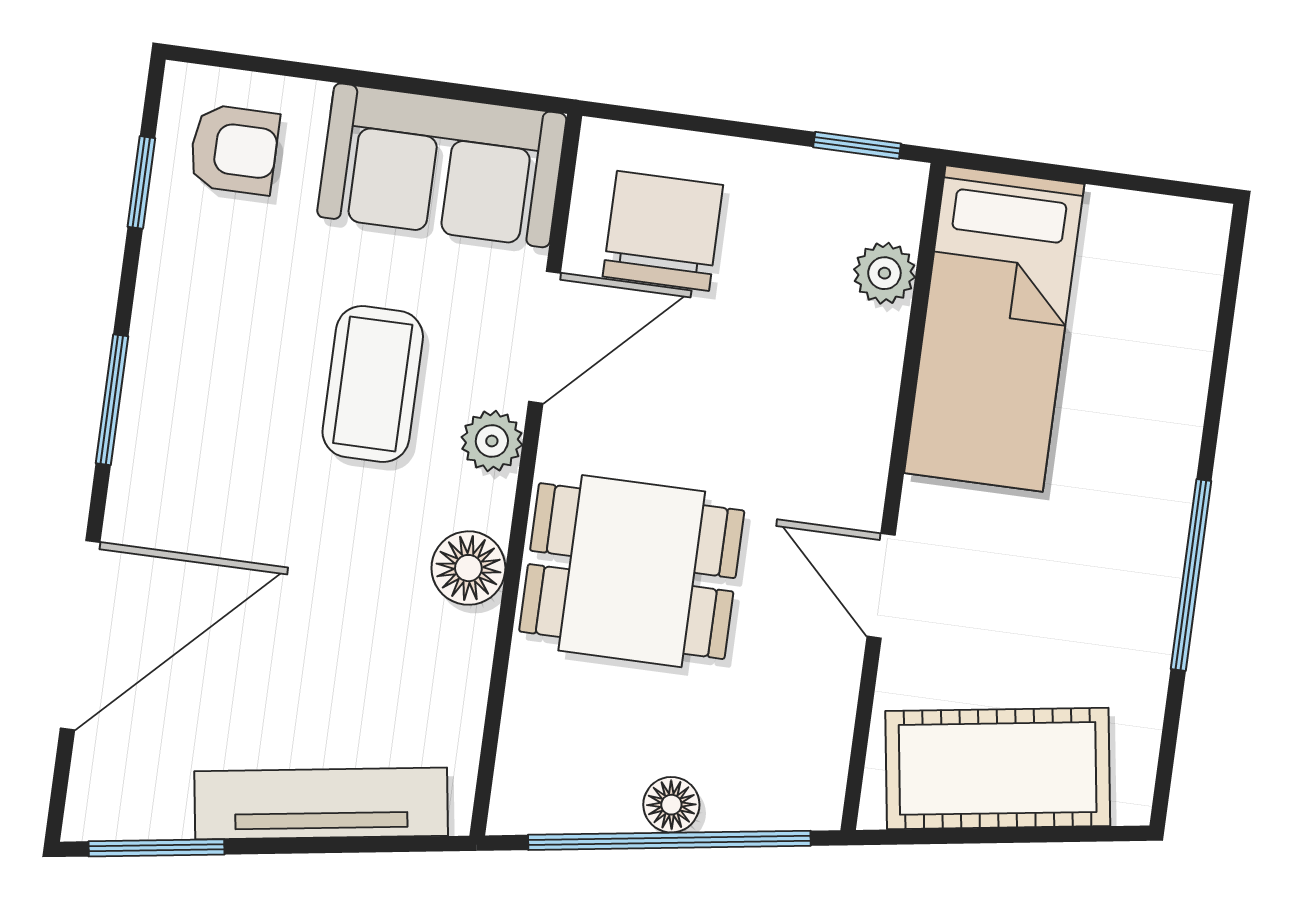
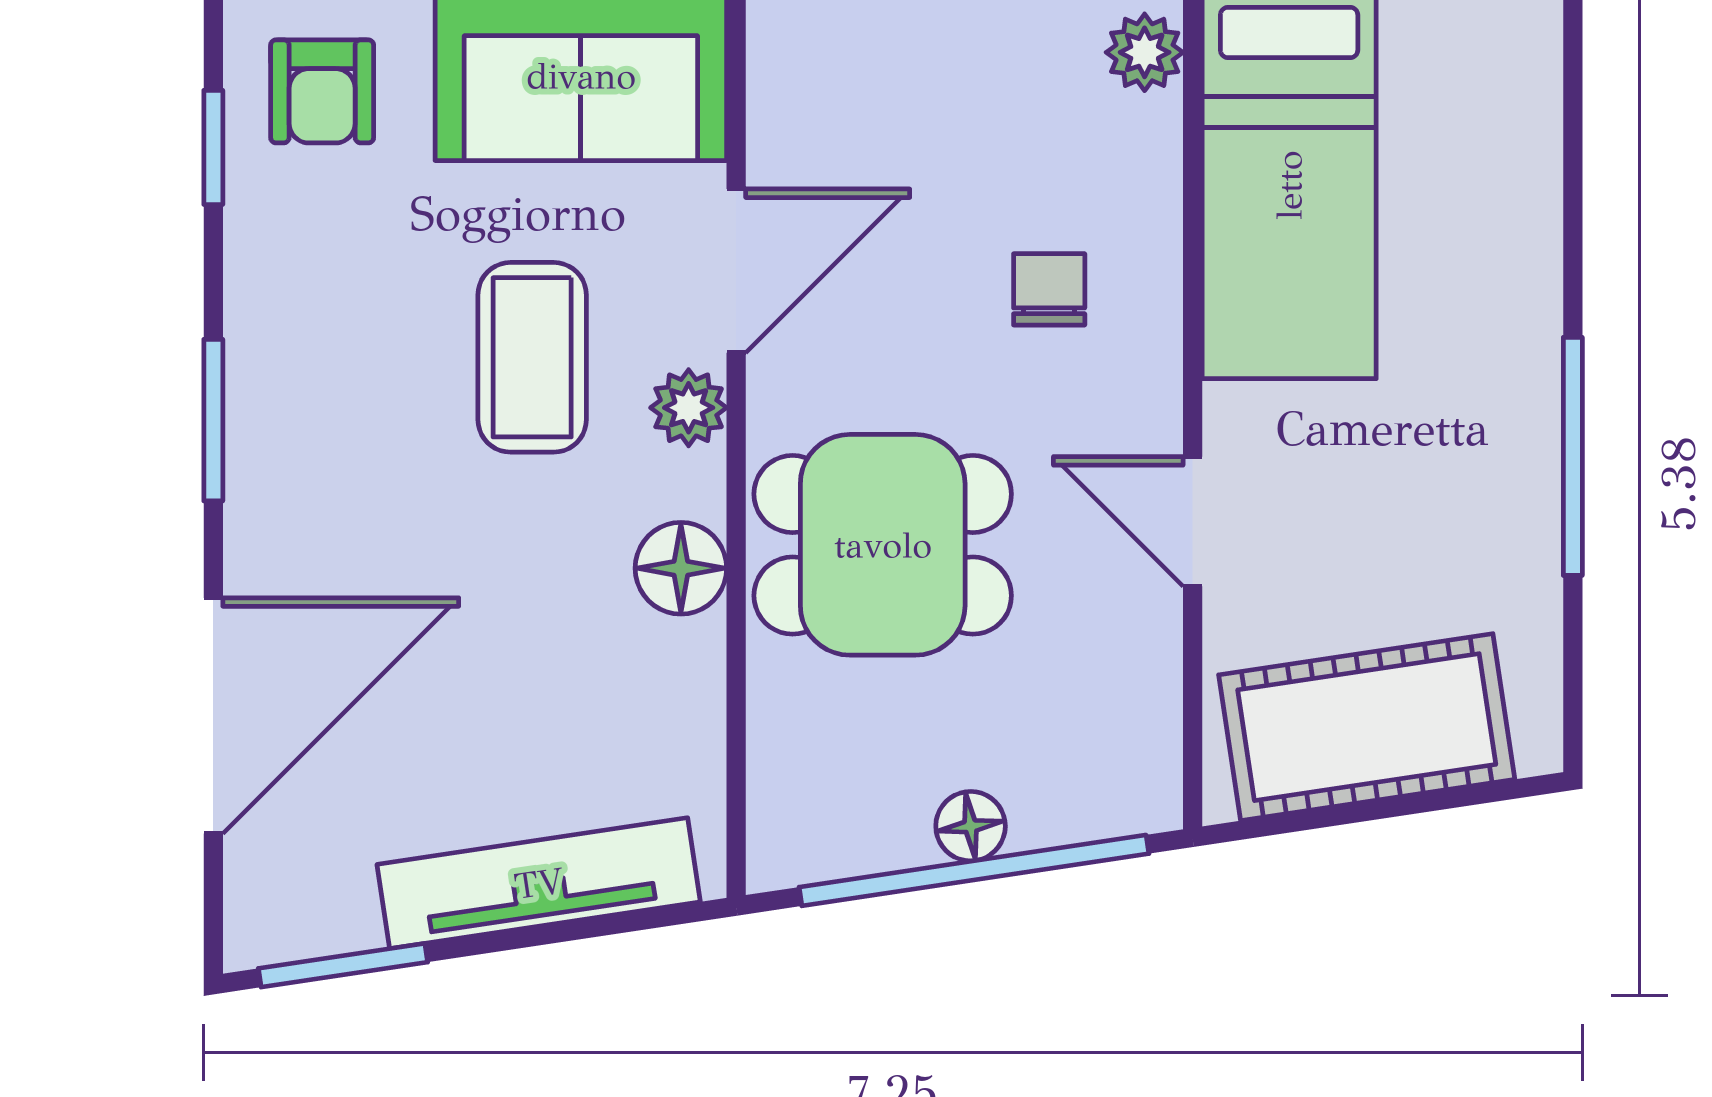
armchair: (234, 150) -> (322, 91), turned 90
chair: (663, 231) -> (1049, 289), moved, width x0.54, depth x0.54
plant: (884, 273) -> (1145, 52), moved

